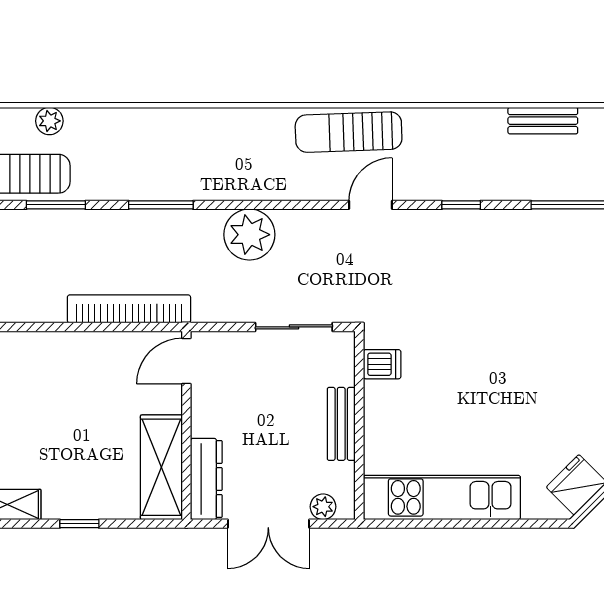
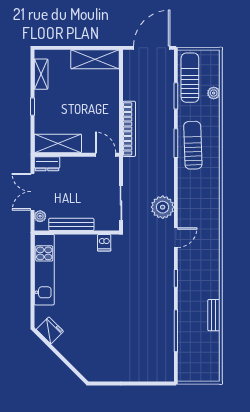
sun lounger: (349, 132) -> (193, 145), moved
door: (371, 205) -> (176, 238), hinge flipped
plant: (249, 235) -> (163, 207), moved
bench: (341, 424) -> (71, 224), width x1.36
dresser: (206, 479) -> (47, 164), width x0.70

